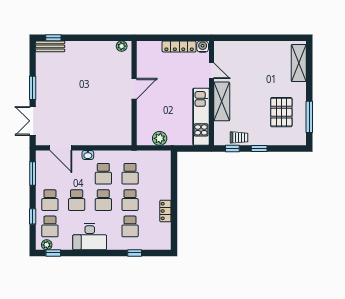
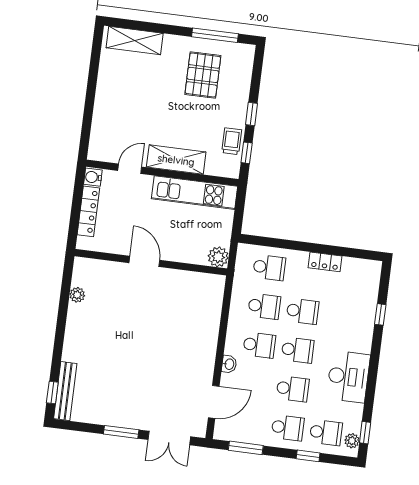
bench: (50, 46) -> (65, 391), width x1.36
door: (134, 89) -> (144, 261), moved
wall: (134, 93) -> (151, 262), moved
pallet: (281, 112) -> (203, 75), turned 90
school desk: (130, 226) -> (269, 268), moved

